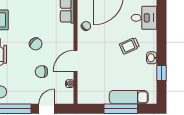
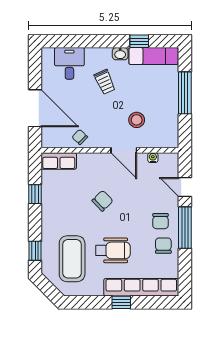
stool: (99, 71) -> (137, 120), added
chair: (41, 72) -> (160, 221), moved
exam couch: (129, 97) -> (154, 56), moved, turned -90

